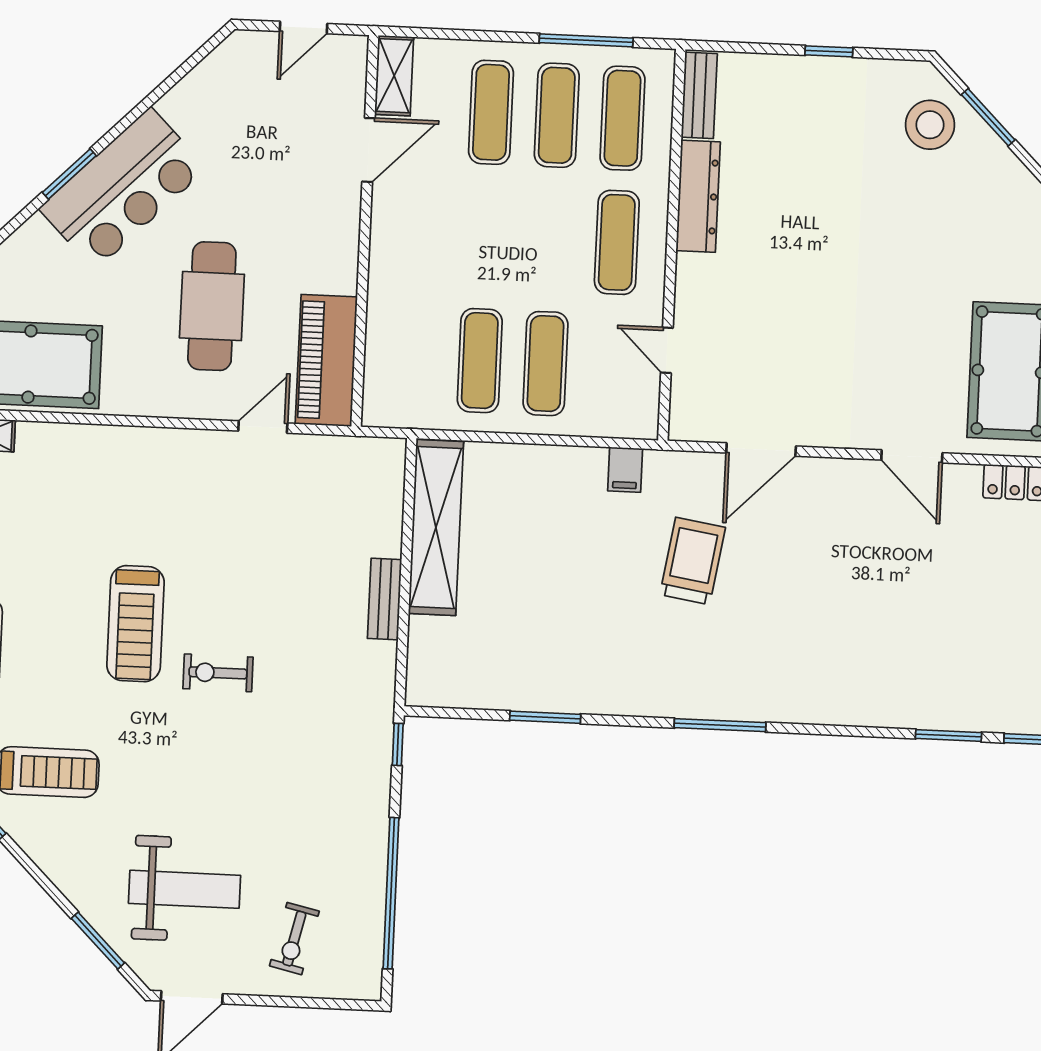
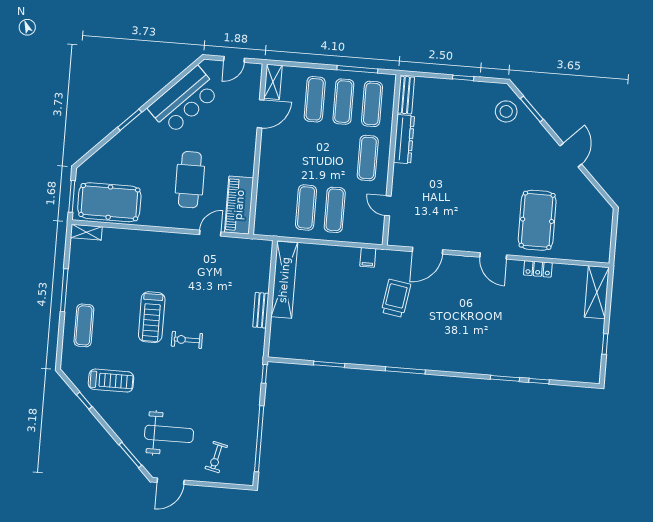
bar counter: (123, 189) -> (184, 100), moved

